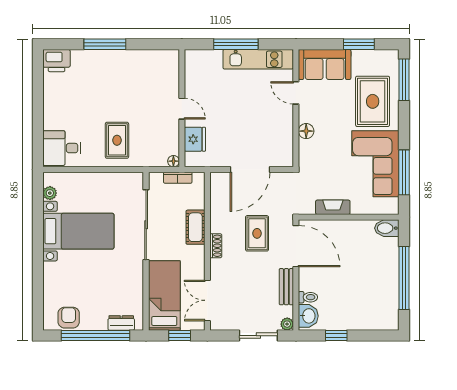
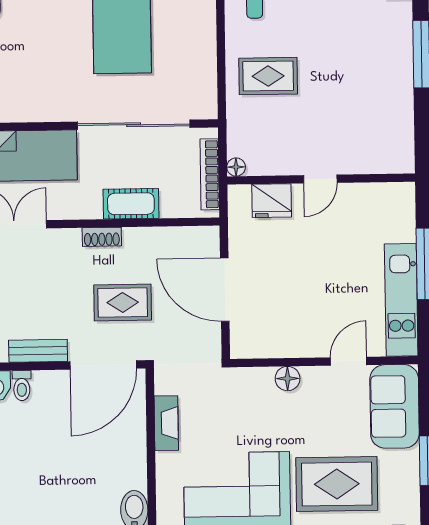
bookcase: (178, 178) -> (210, 174), width x1.56

